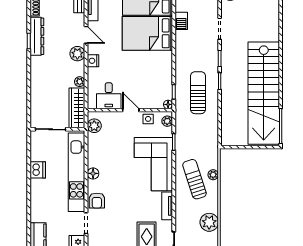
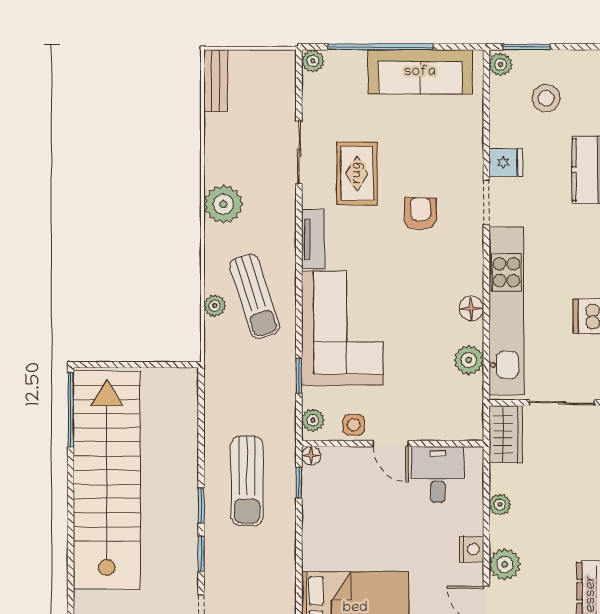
wardrobe: (77, 108) -> (506, 434), width x0.67
plant: (94, 126) -> (469, 360), moved
armchair: (97, 201) -> (420, 213), moved

